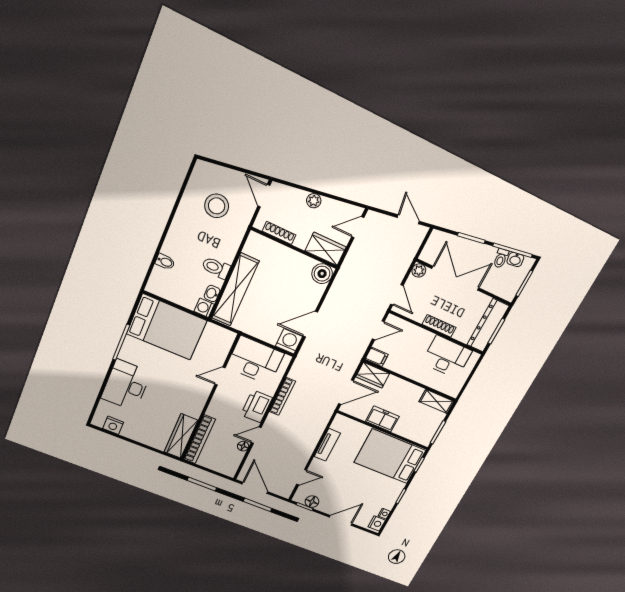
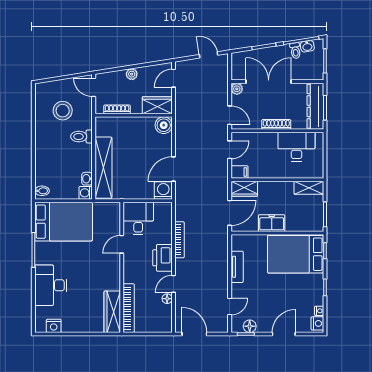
bidet: (165, 262) -> (42, 191), moved
toilet: (216, 268) -> (82, 136), moved
desk: (255, 360) -> (138, 218), width x0.73

